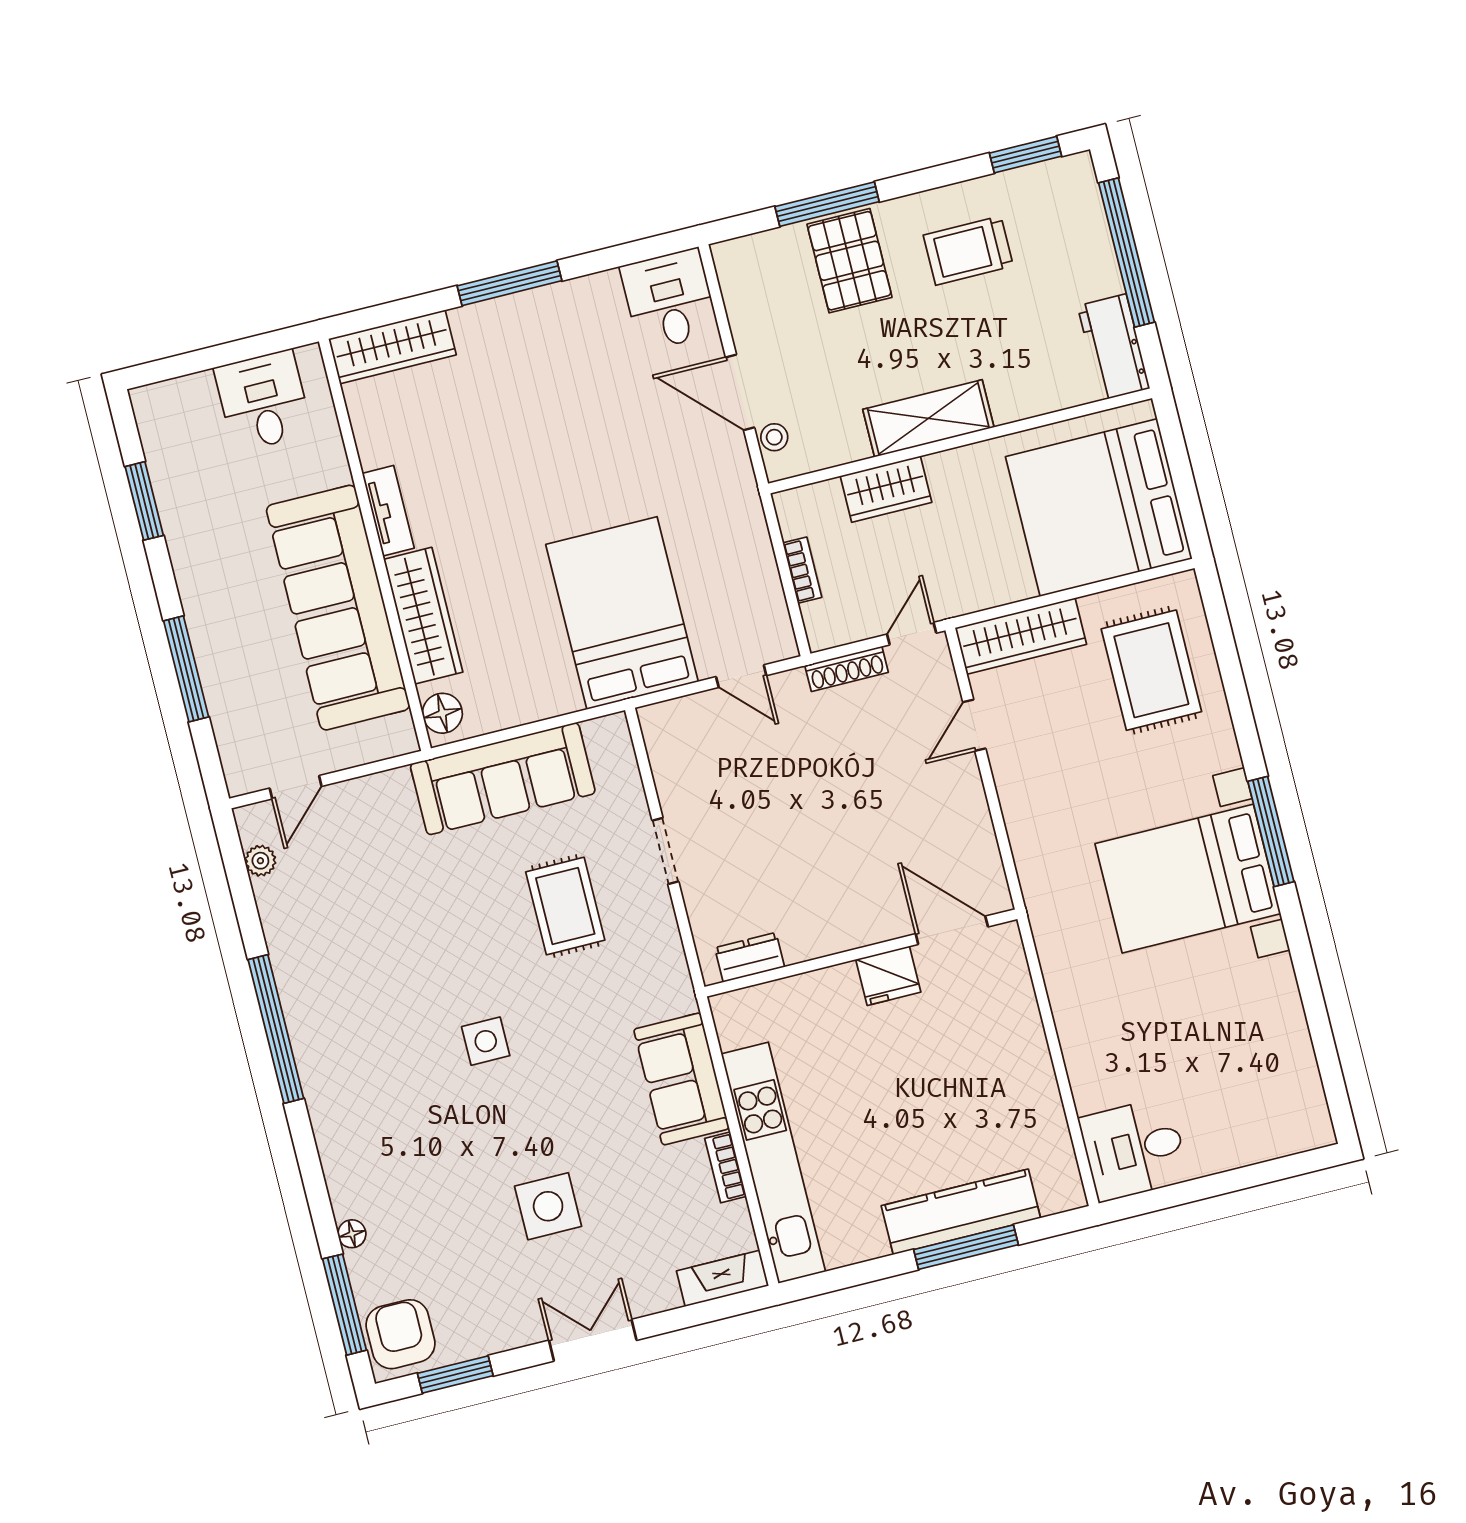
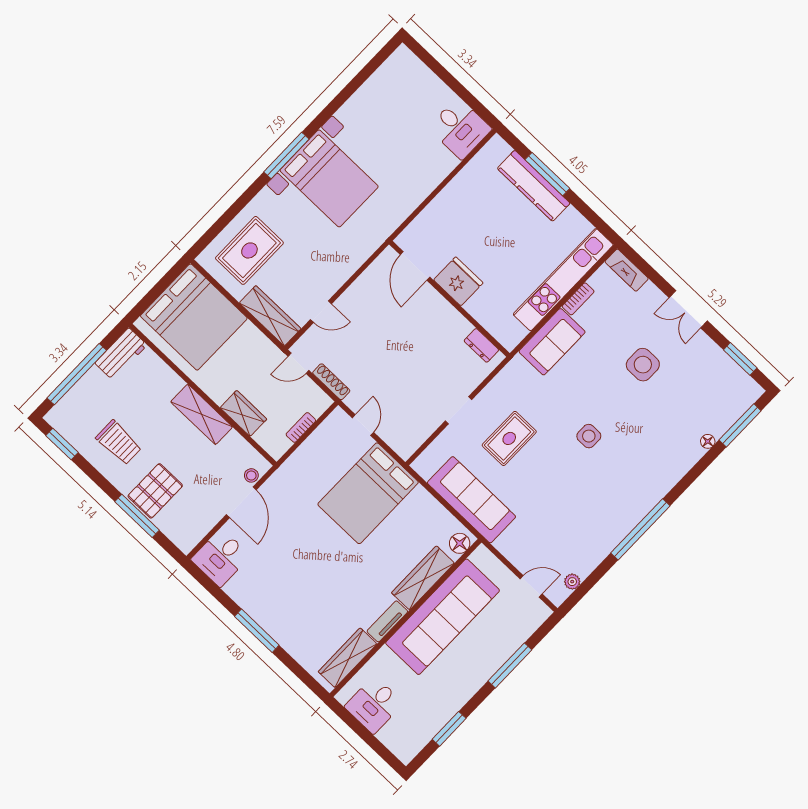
wardrobe: (392, 347) -> (348, 658), moved, turned -90
fridge: (888, 976) -> (458, 281), width x1.36, depth x1.34
armchair: (400, 1334) -> (738, 393), removed

